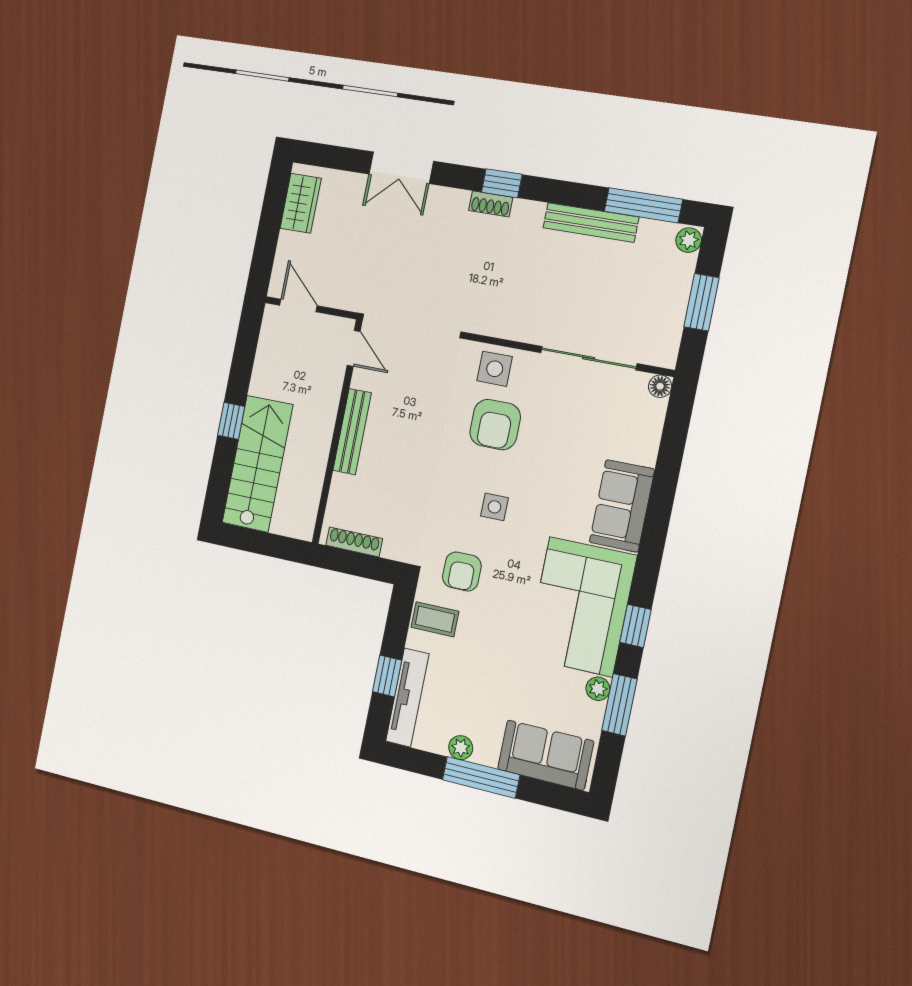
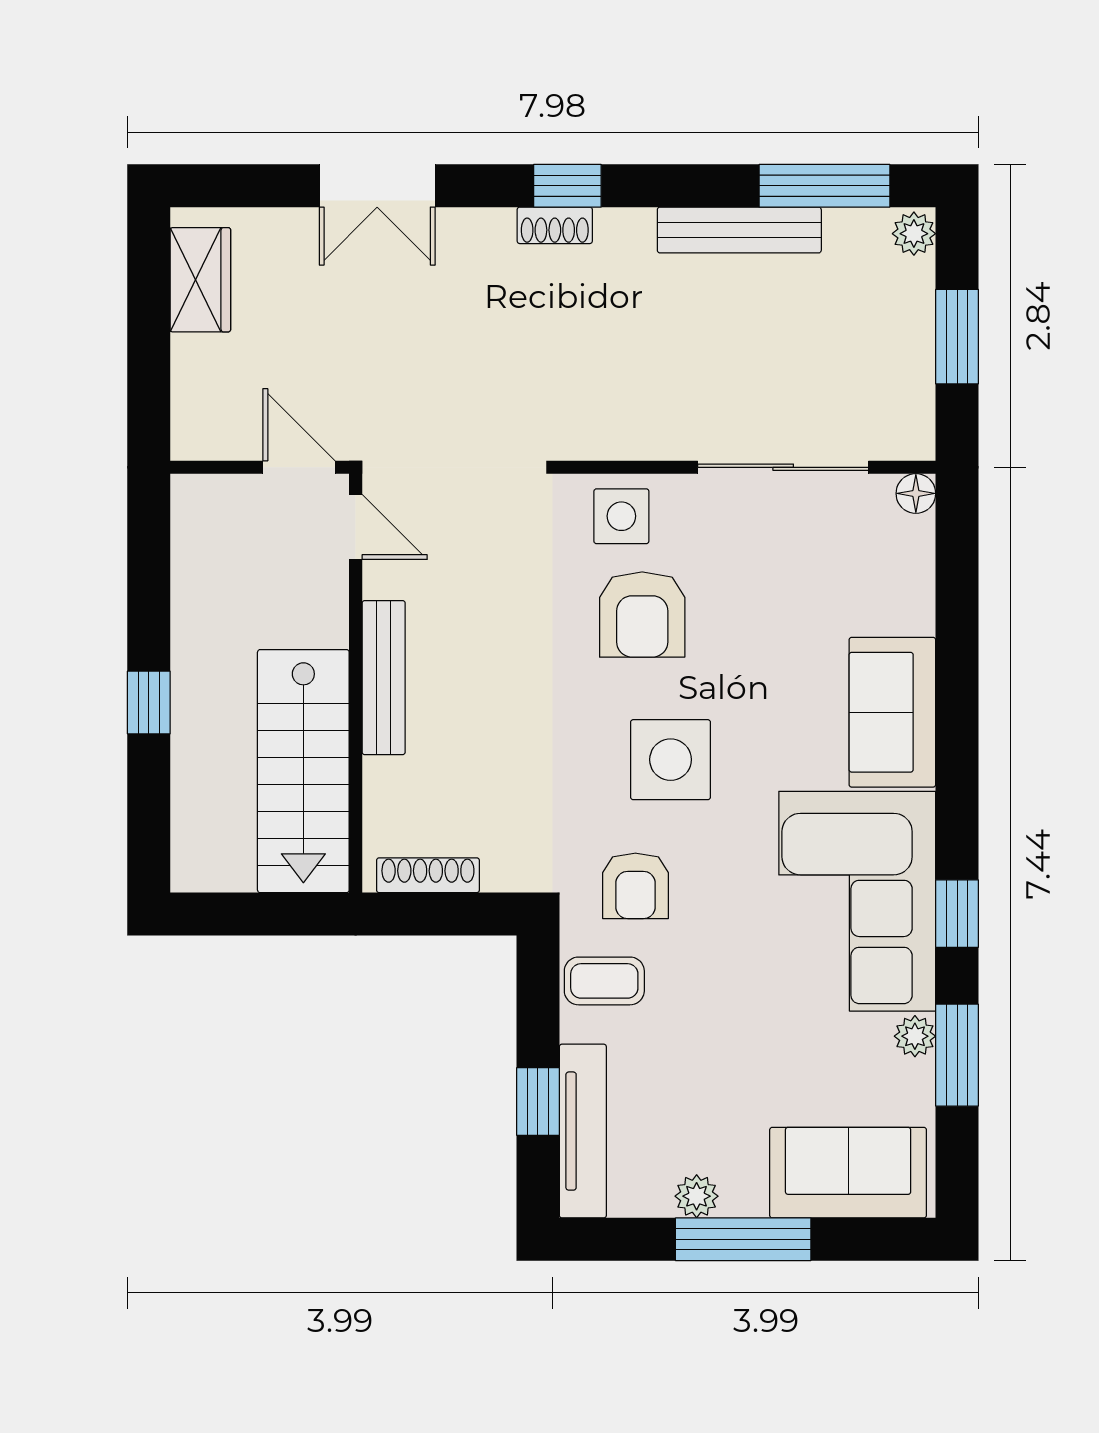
door: (298, 305) -> (299, 467), moved
stairs: (257, 464) -> (303, 771), moved, turned 180
side table: (494, 507) -> (671, 760), width x1.87, depth x1.87

